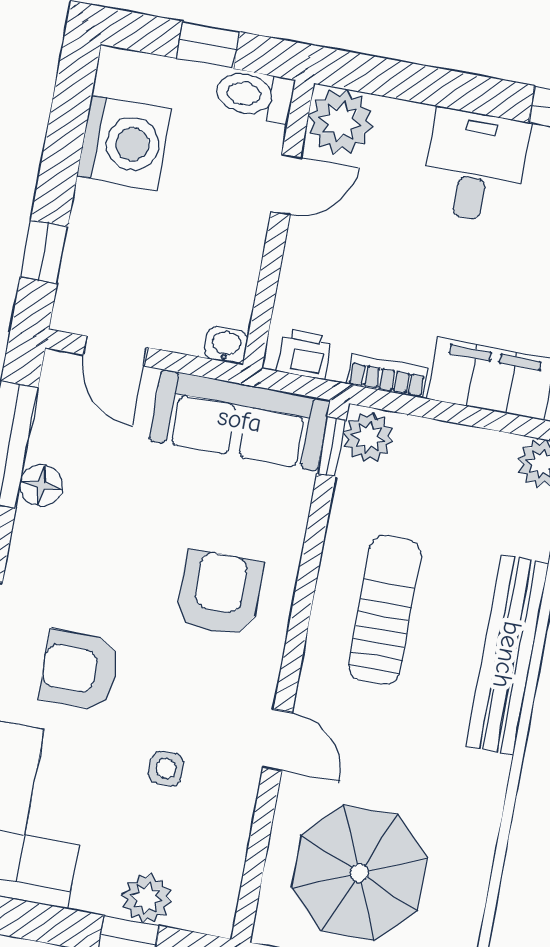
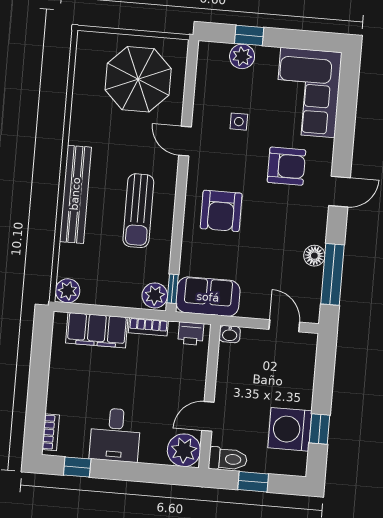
window: (44, 252) -> (320, 429), moved
sofa: (240, 420) -> (208, 297), width x0.73

